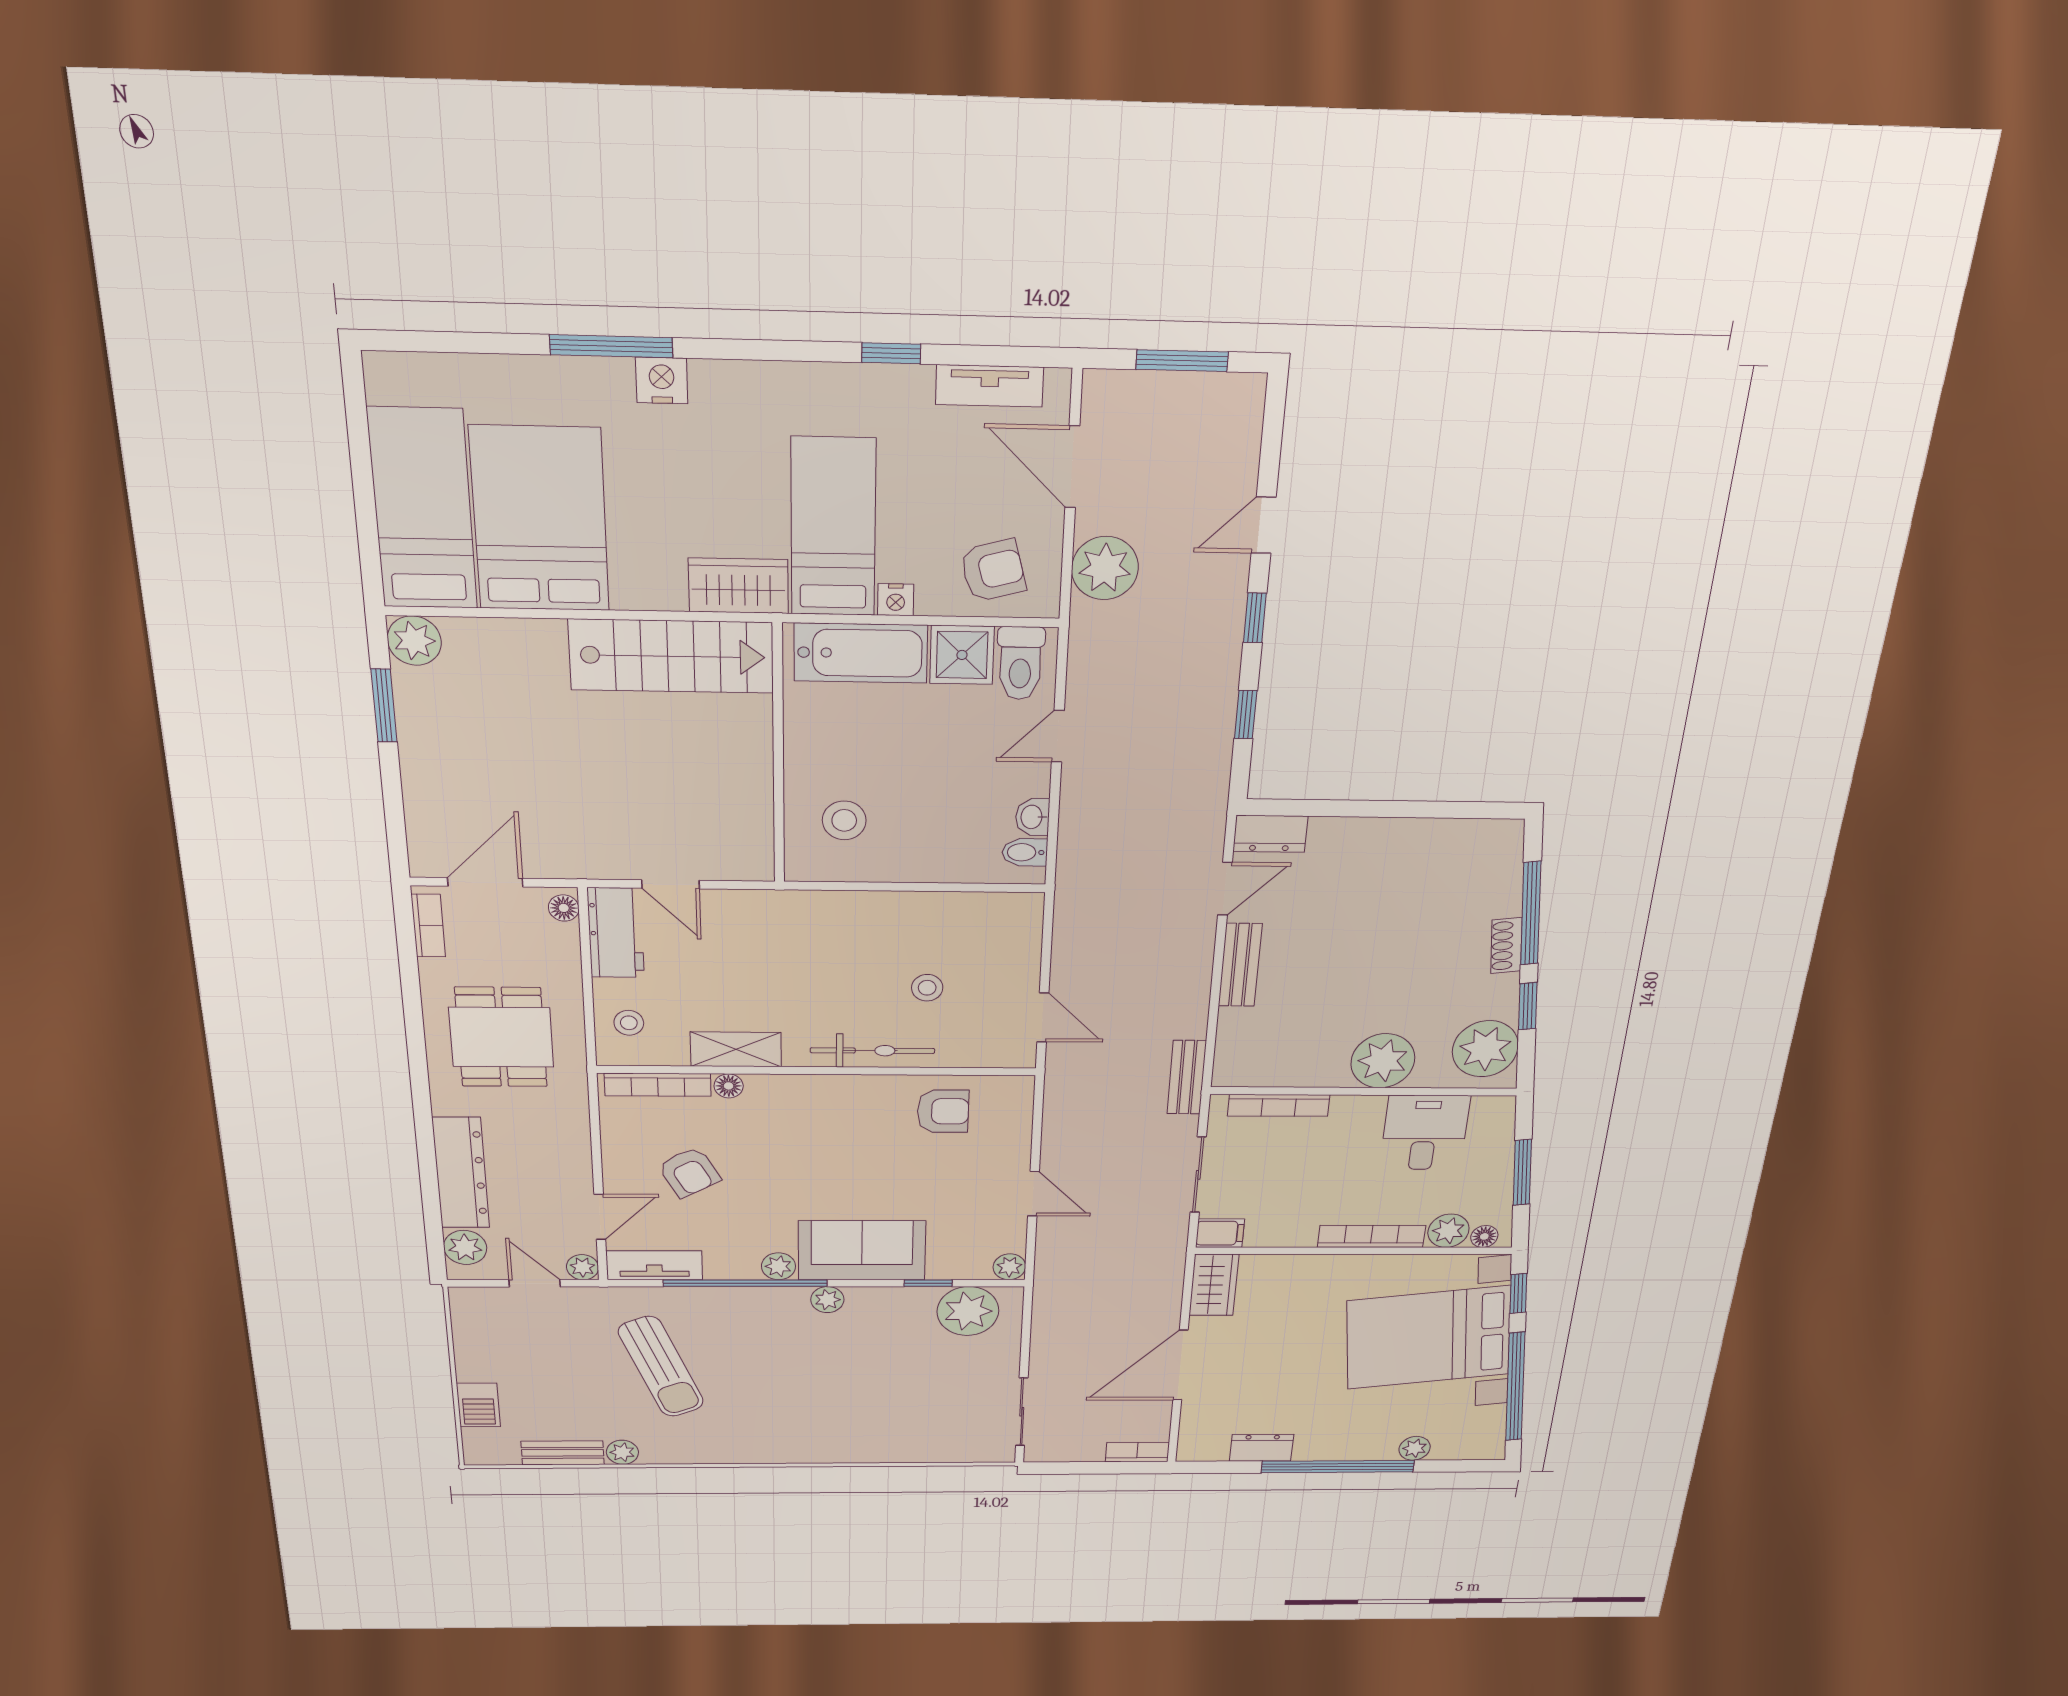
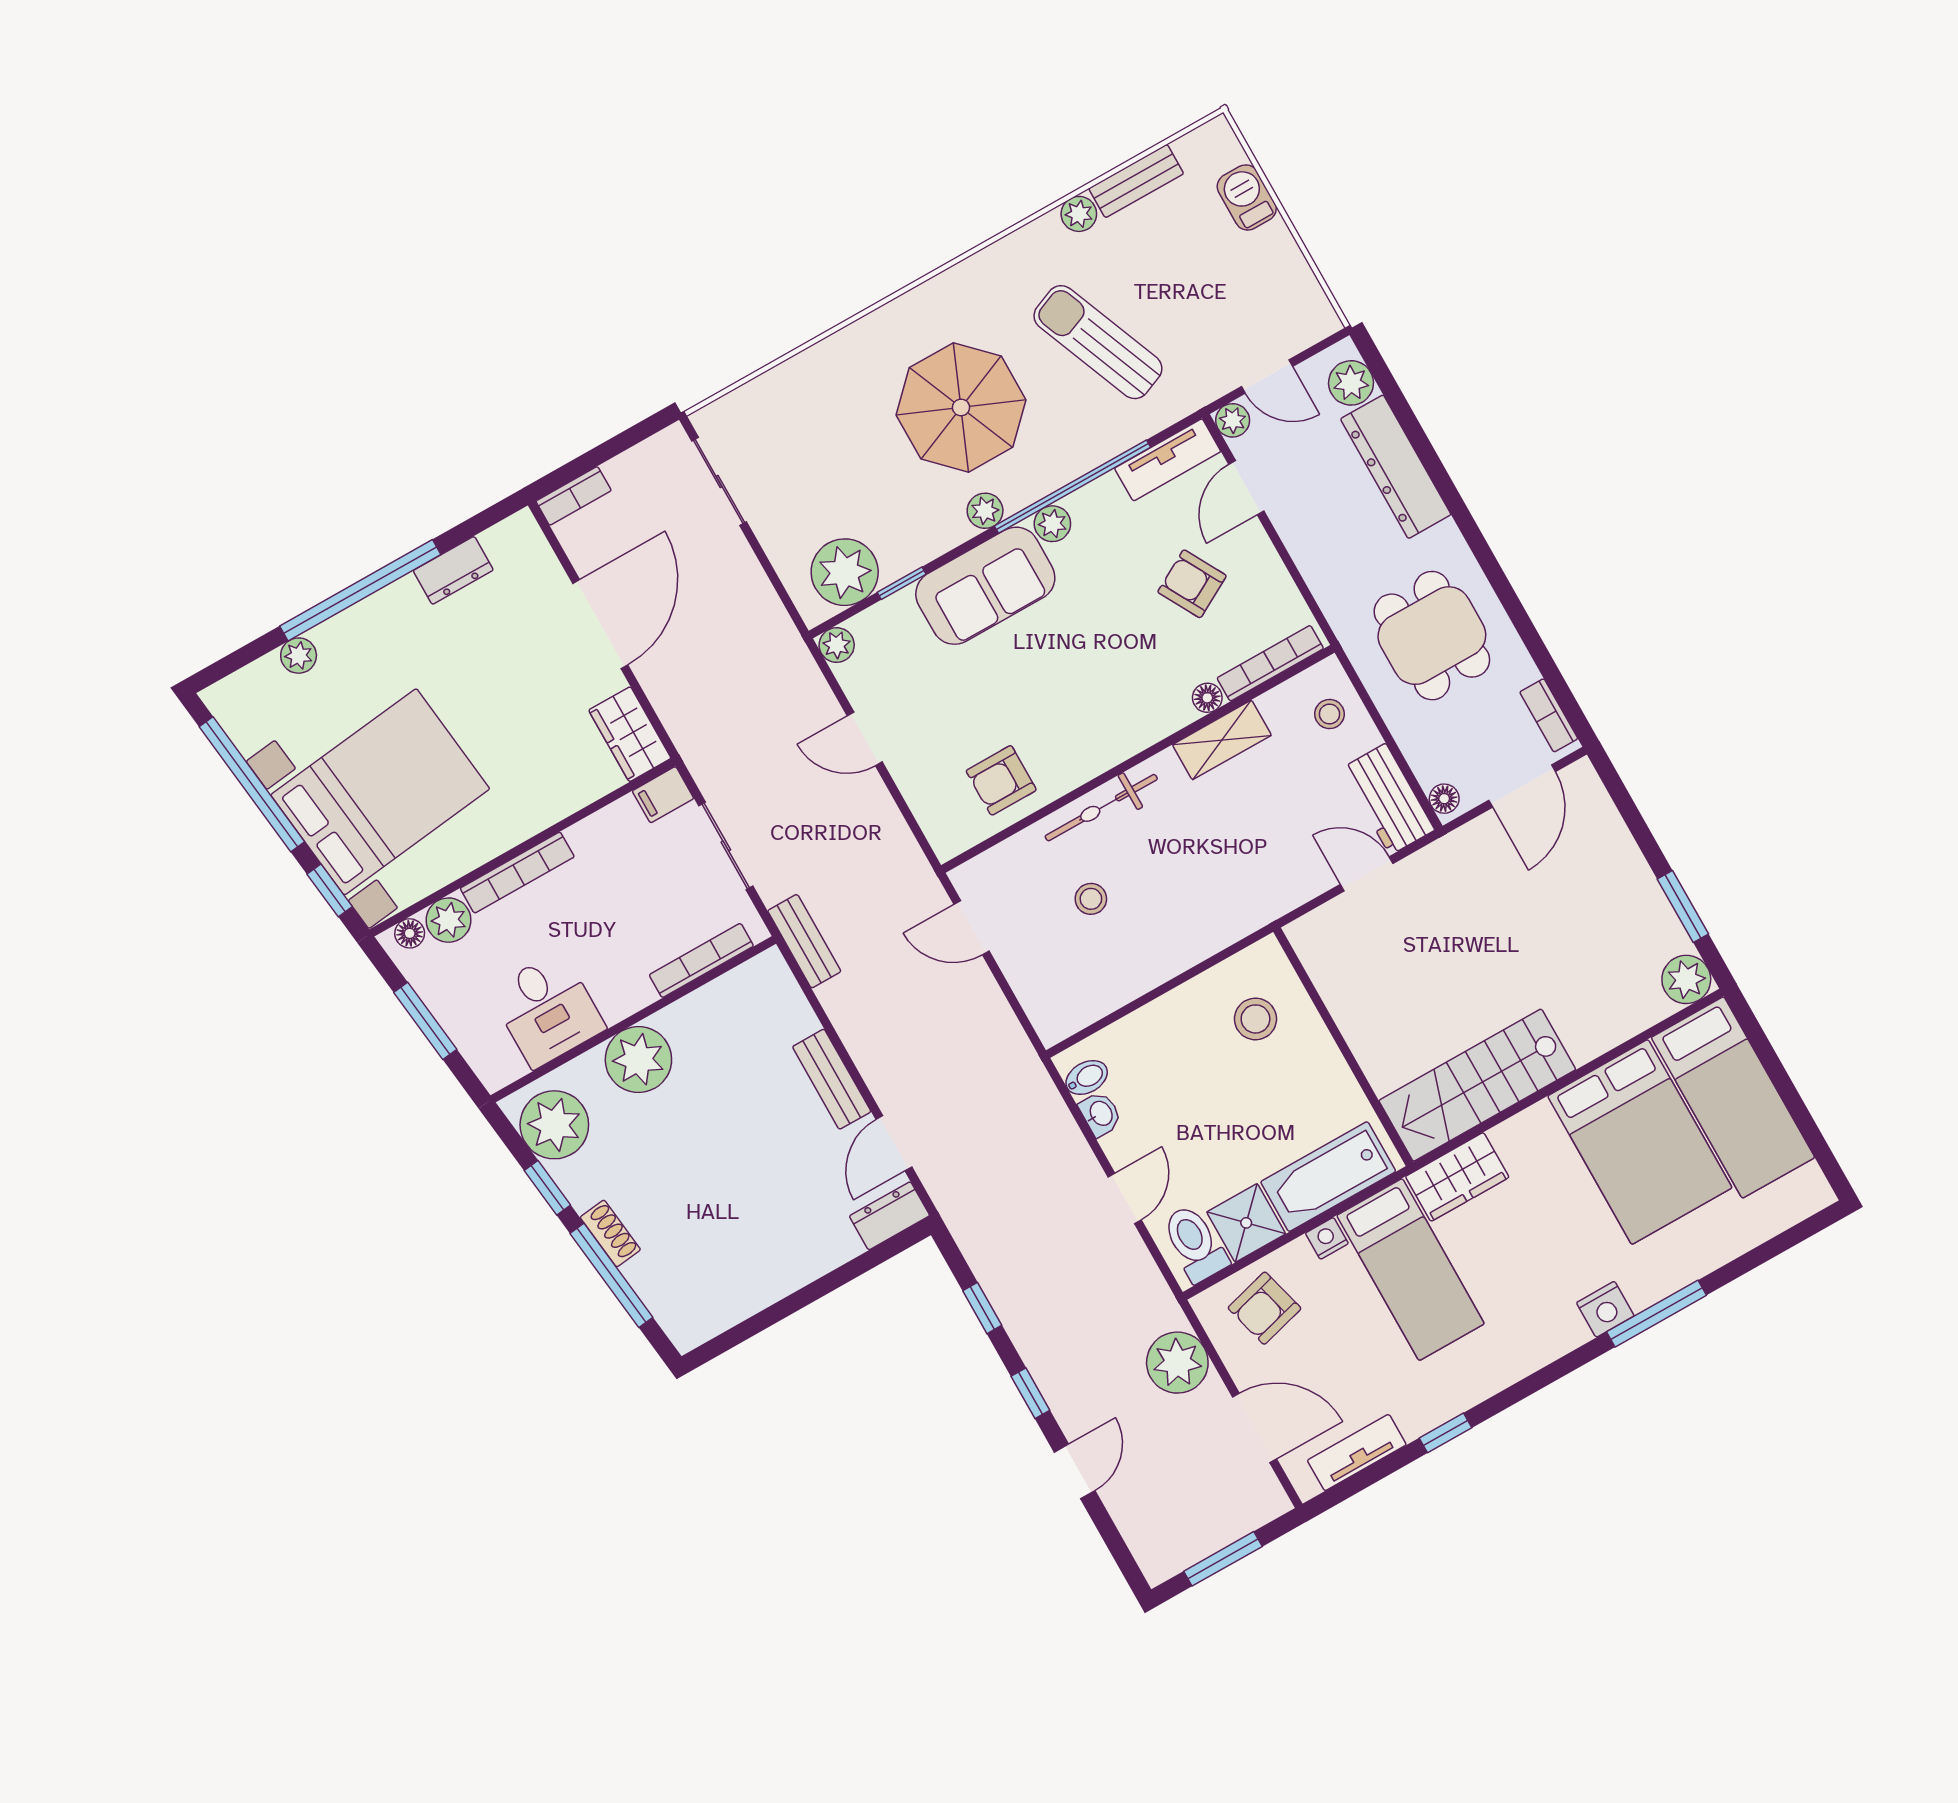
parasol: (800, 1374) -> (961, 407), added

